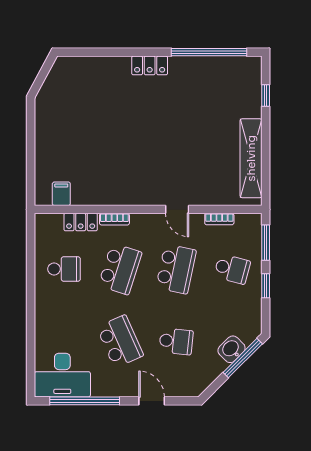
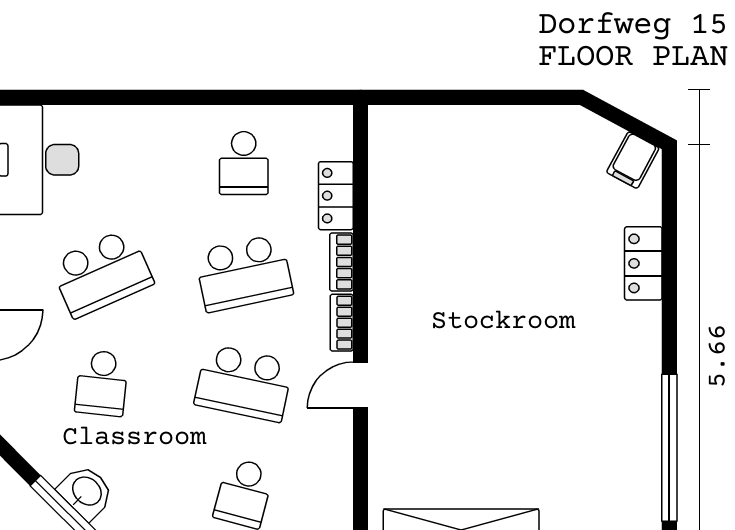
locker: (150, 65) -> (643, 263), moved
filing cabinet: (61, 194) -> (633, 160), moved, turned 118
bookcase: (219, 219) -> (342, 323), moved
school desk: (120, 269) -> (244, 273), turned -30

